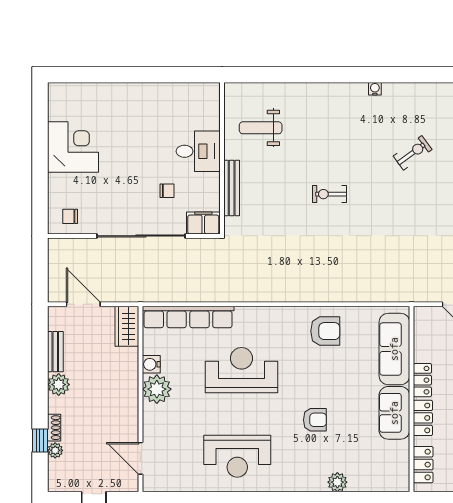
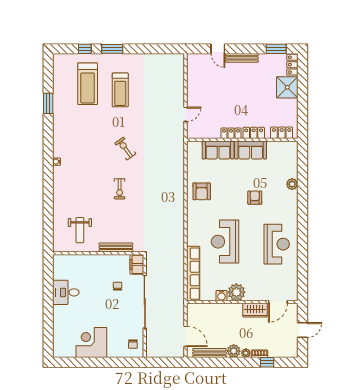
desk: (198, 151) -> (66, 292), moved, turned -90
exercise bike: (413, 153) -> (125, 149), moved
door: (83, 304) -> (186, 336), swing flipped
wardrobe: (127, 326) -> (255, 310), moved
armchair: (325, 331) -> (202, 191), turned 180
sofa: (394, 349) -> (218, 150), width x0.73
bench: (55, 352) -> (209, 353), width x1.36
plant: (55, 450) -> (246, 353), moved

